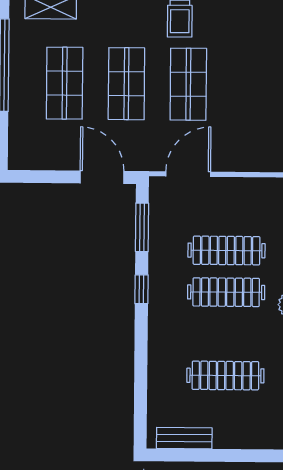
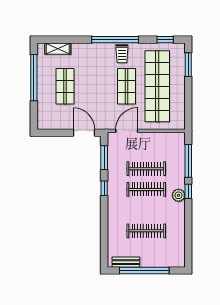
shop shelf: (126, 84) -> (157, 86), moved, width x2.00, depth x1.36
window: (221, 455) -> (144, 271), added

